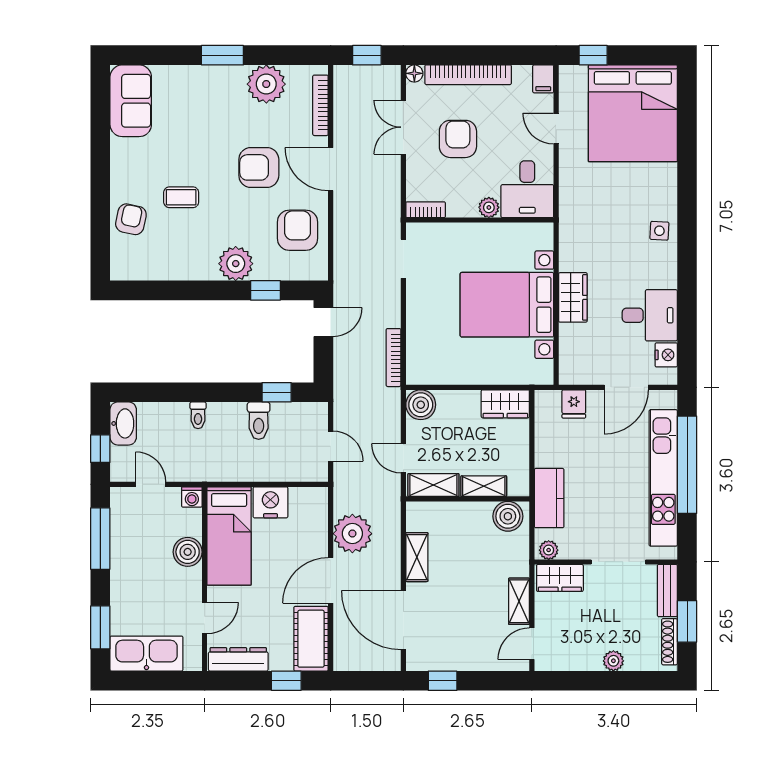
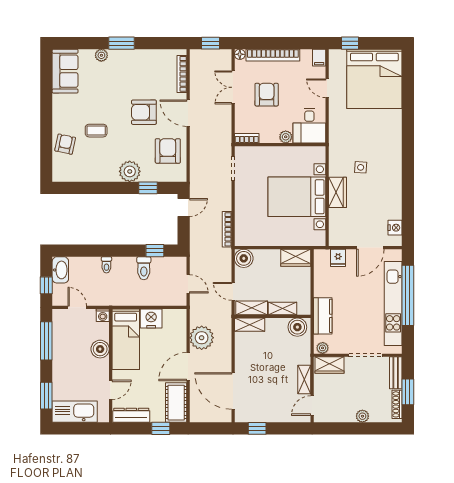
plant: (266, 84) -> (101, 55), moved, width x0.53, depth x0.53
side table: (659, 231) -> (361, 167), moved
desk: (650, 315) -> (385, 203), removed
shelving: (417, 557) -> (250, 325), moved, turned 90

